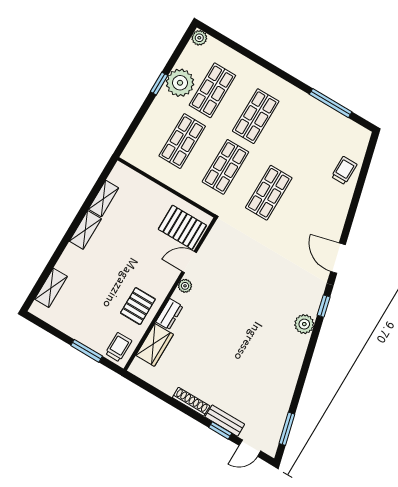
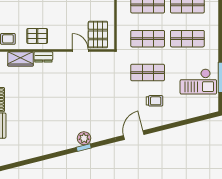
checkout: (319, 135) -> (198, 82), added
trolley: (344, 171) -> (155, 101), moved
plant: (185, 286) -> (65, 56), removed
window: (324, 306) -> (84, 148), moved
window: (287, 429) -> (18, 164), removed

